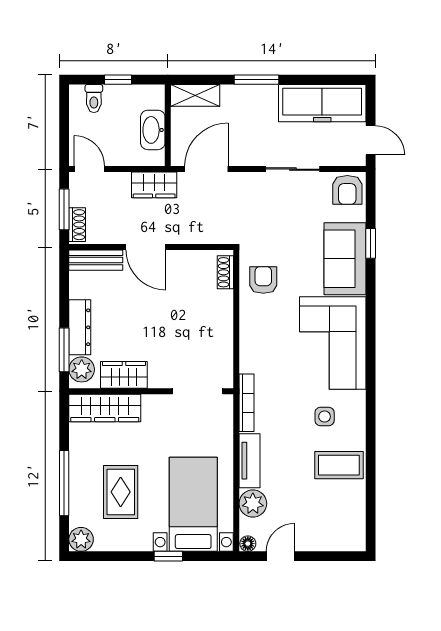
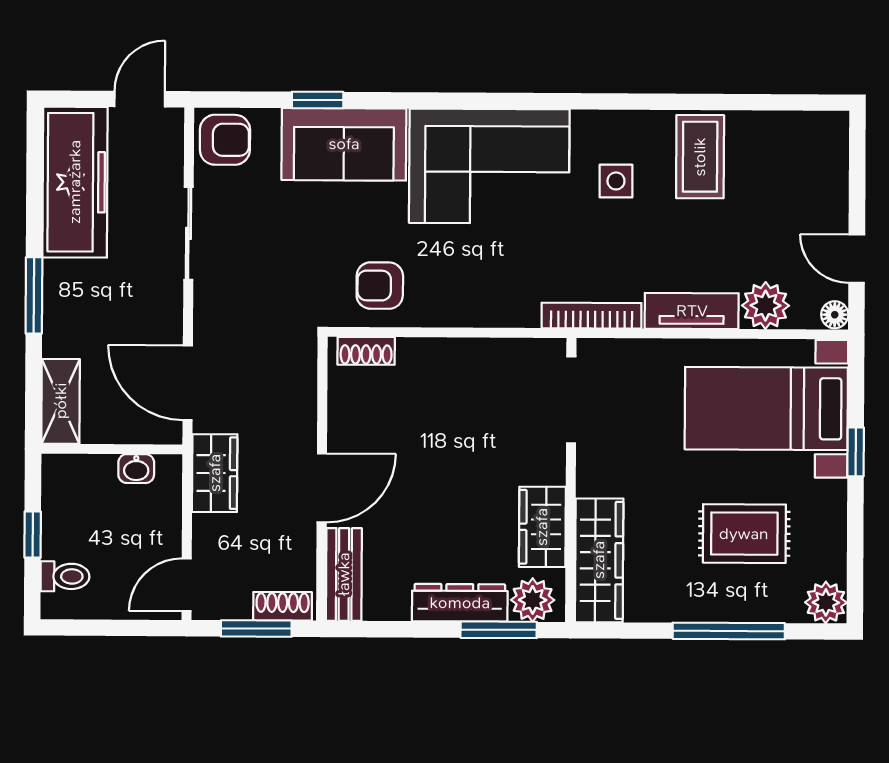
washbasin: (153, 130) -> (136, 469), width x0.52, depth x0.69

